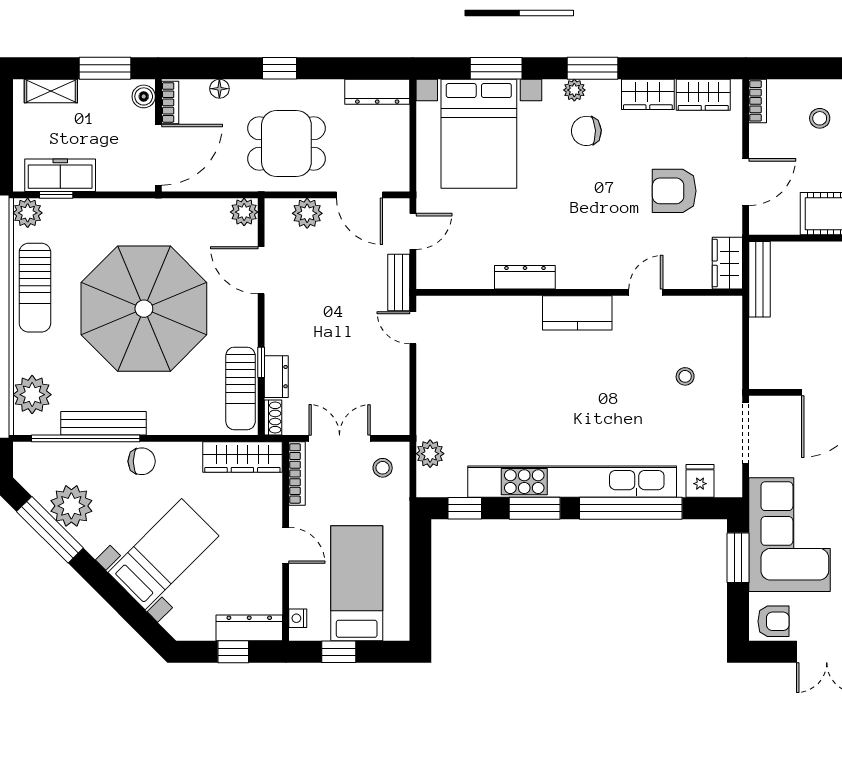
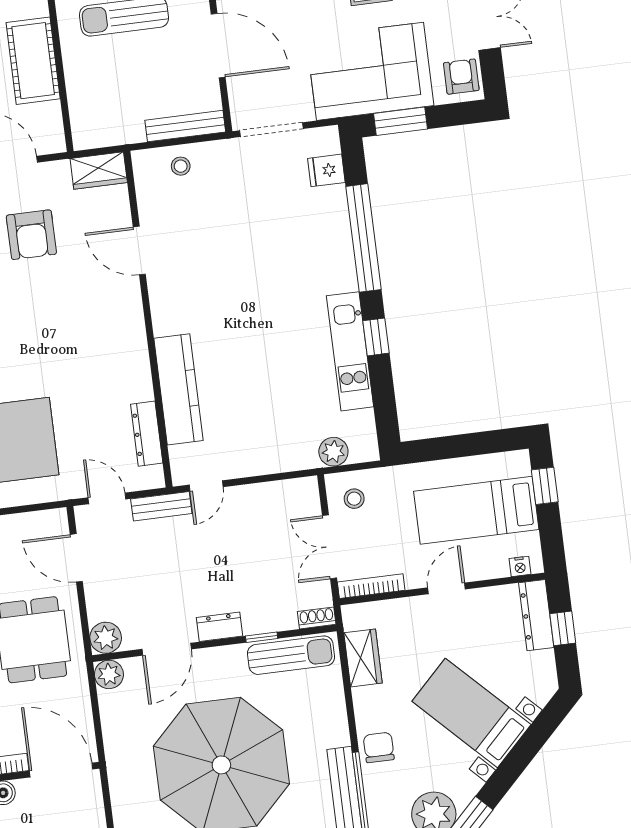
door: (360, 195) -> (76, 558), swing flipped
plant: (307, 213) -> (106, 638), moved
dresser: (525, 277) -> (147, 434), moved
bench: (759, 279) -> (185, 126), moved
door: (646, 292) -> (139, 251), width x1.38
kitchen counter: (577, 313) -> (178, 389), moved, width x1.50
stool: (685, 376) -> (181, 166), moved
dresser: (276, 377) -> (220, 627), moved
wardrobe: (242, 457) -> (363, 658), width x0.67
kitchen unit: (572, 482) -> (350, 351), width x0.54
window: (465, 508) -> (385, 409), removed
window: (535, 508) -> (376, 337), width x0.67
window: (339, 652) -> (545, 486), moved

